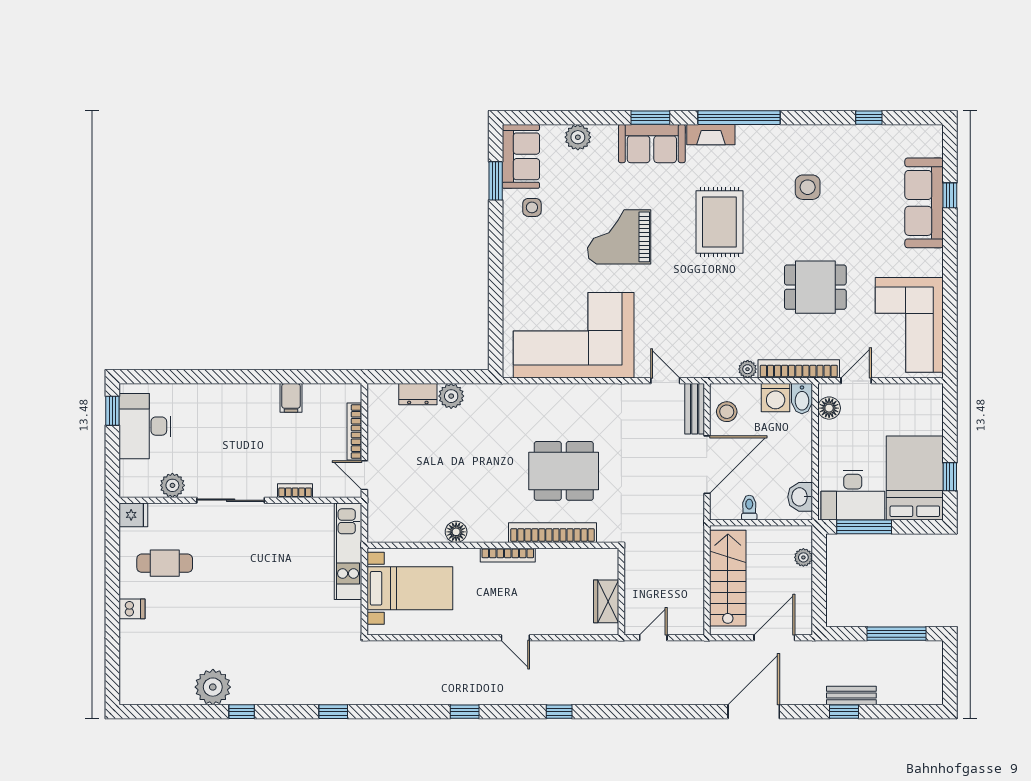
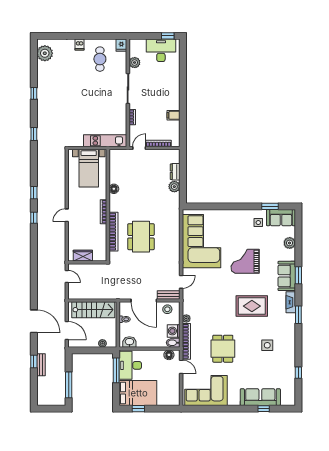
window: (739, 118) -> (298, 315), width x0.47
grand piano: (619, 237) -> (245, 261), turned -90
plant: (213, 687) -> (45, 53), moved
window: (559, 712) -> (34, 218), moved

